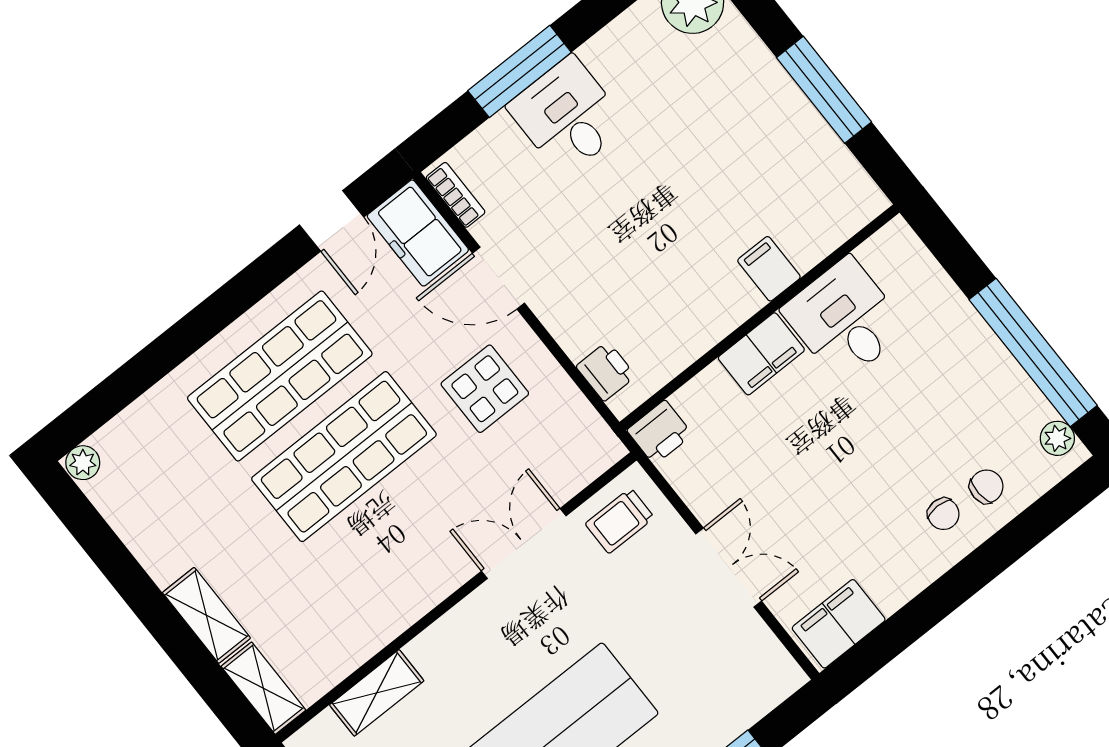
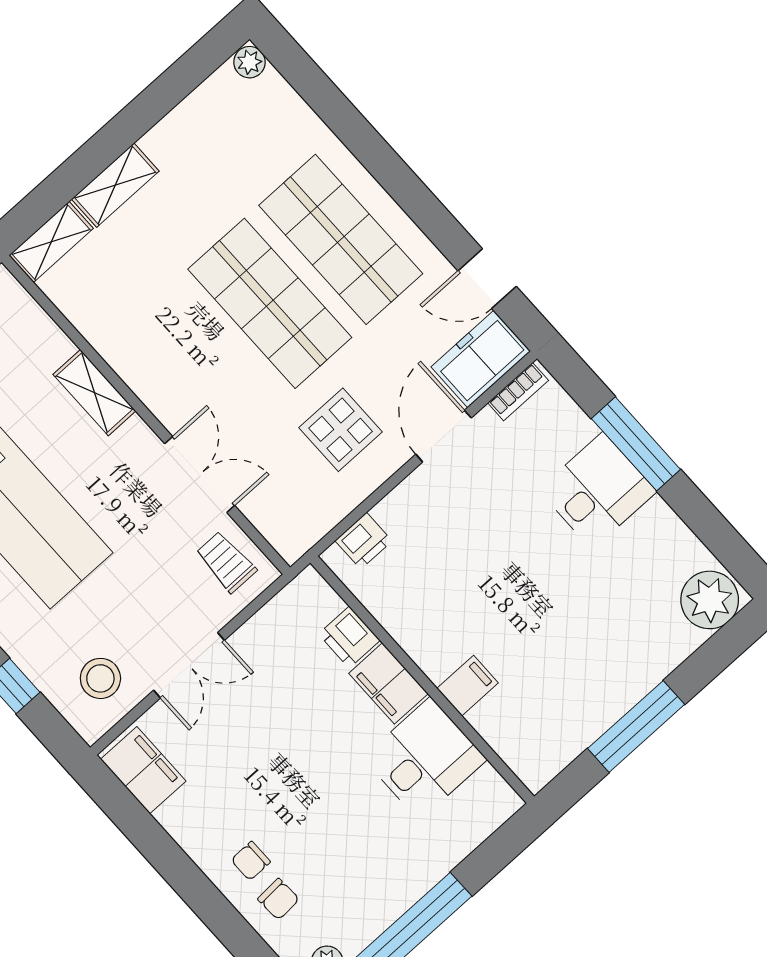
printer: (660, 432) -> (349, 637), moved
stool: (737, 664) -> (100, 678), added
shelving: (377, 693) -> (94, 393), moved

